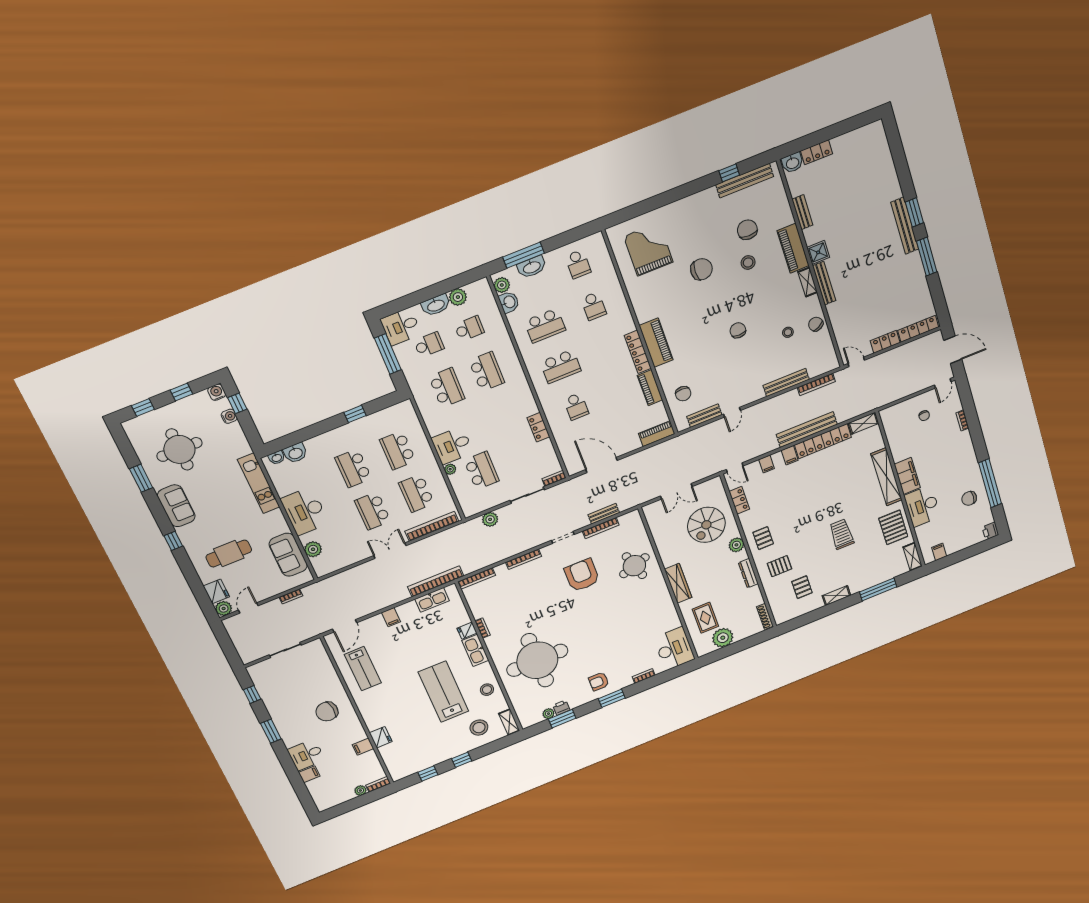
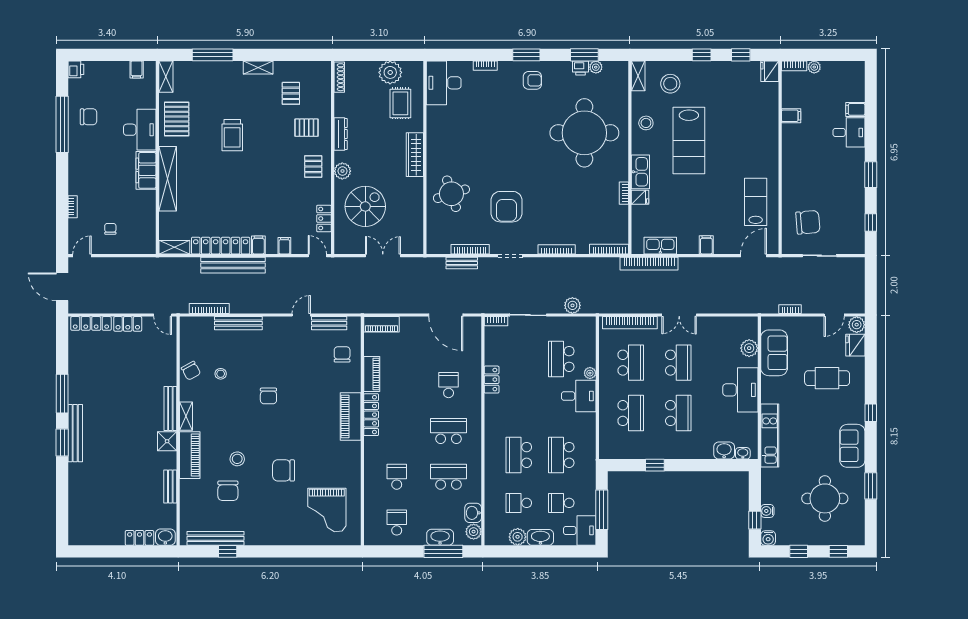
chair: (327, 711) -> (808, 222), moved
fridge: (381, 737) -> (770, 71), moved

